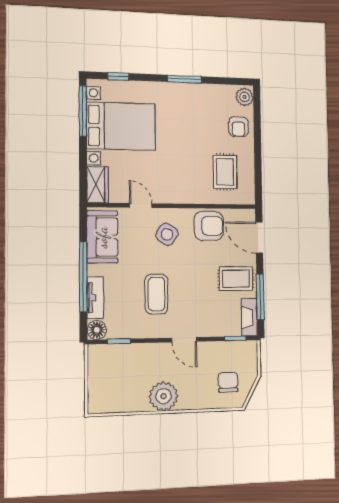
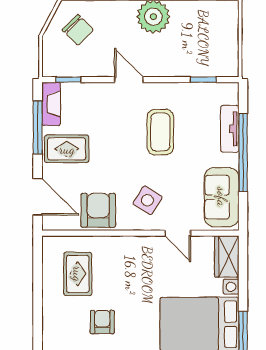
armchair: (238, 127) -> (102, 322), moved
armchair: (209, 226) -> (98, 210), turned 90
floor lamp: (97, 330) -> (228, 93), removed
chair: (228, 382) -> (78, 30), turned -45

